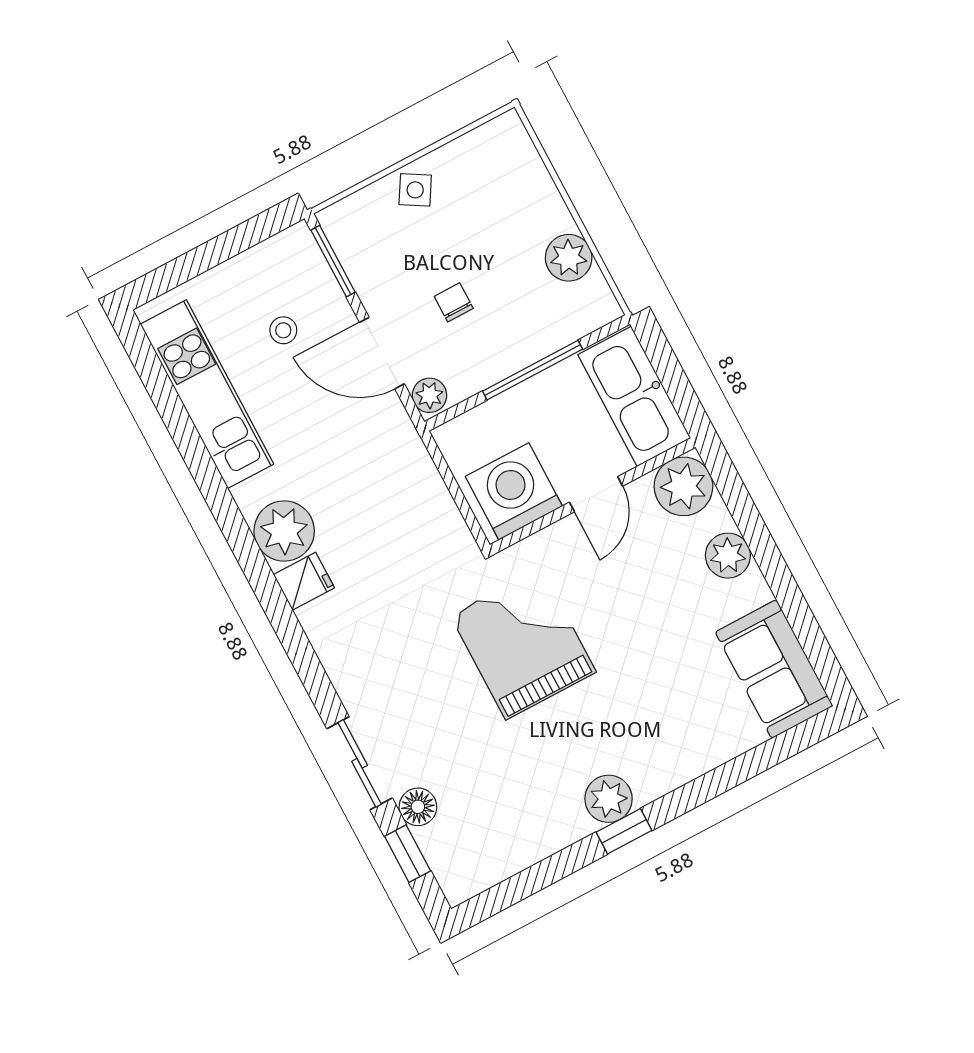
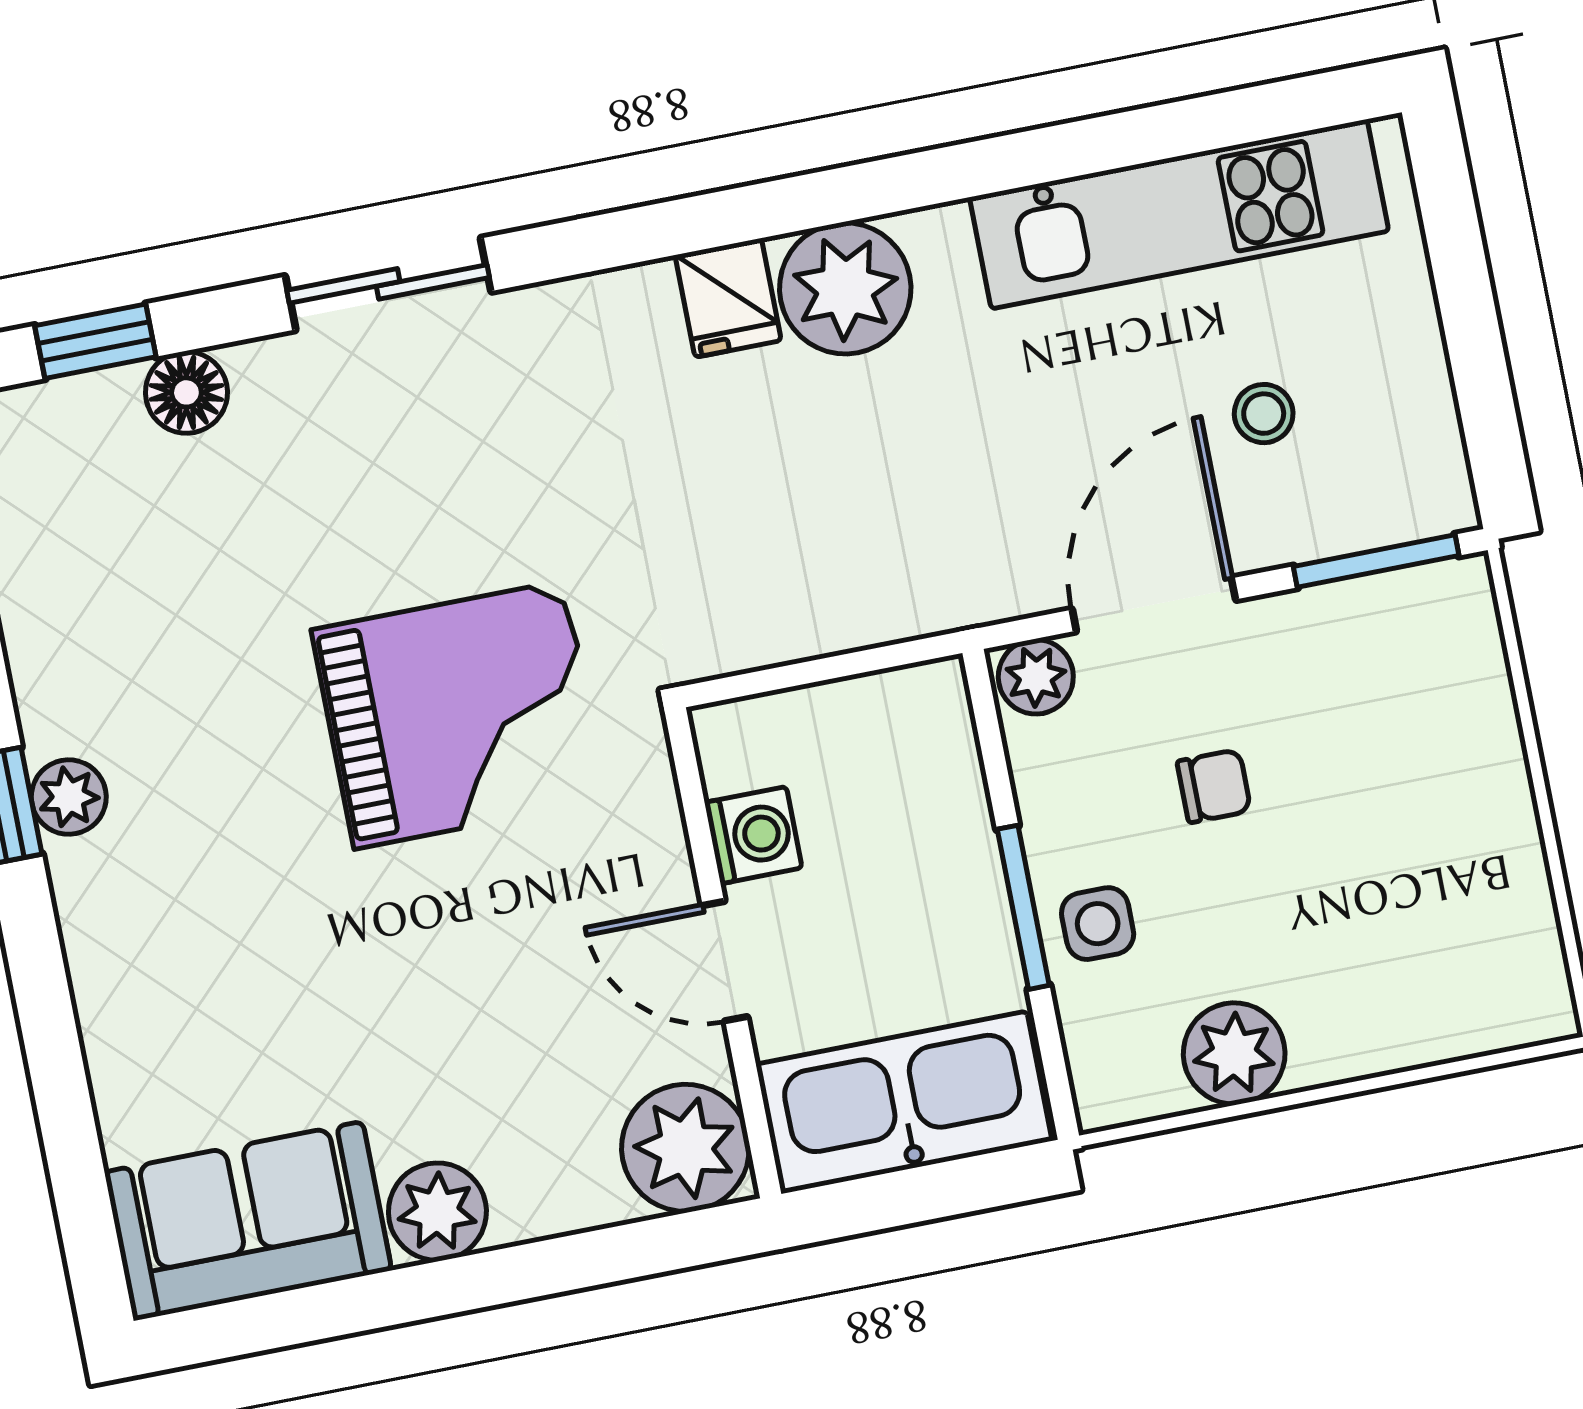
side table: (415, 190) -> (1098, 924), moved, turned -31
window: (533, 370) -> (1023, 907), width x0.69
washing machine: (514, 491) -> (753, 835), width x0.53, depth x0.53
plant: (728, 556) -> (437, 1212), moved
sliding door: (360, 763) -> (388, 284), moved
plant: (609, 799) -> (69, 797), width x0.73, depth x0.73

